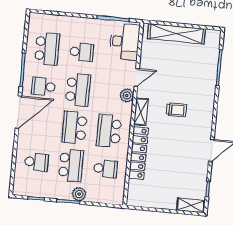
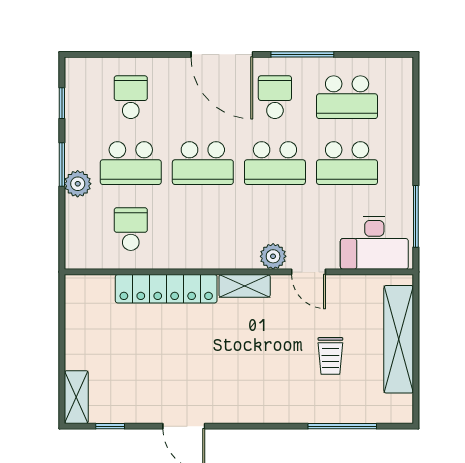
school desk: (82, 52) -> (347, 163), width x1.85
trolley: (176, 110) -> (330, 356), moved
school desk: (74, 128) -> (203, 163), turned 180
school desk: (109, 131) -> (203, 229), removed
school desk: (36, 162) -> (131, 97), turned 180
school desk: (105, 169) -> (131, 229), turned 180

